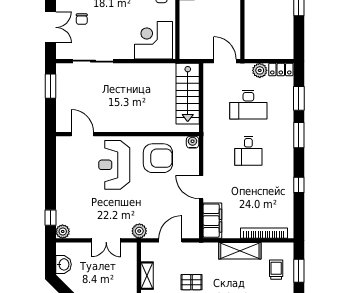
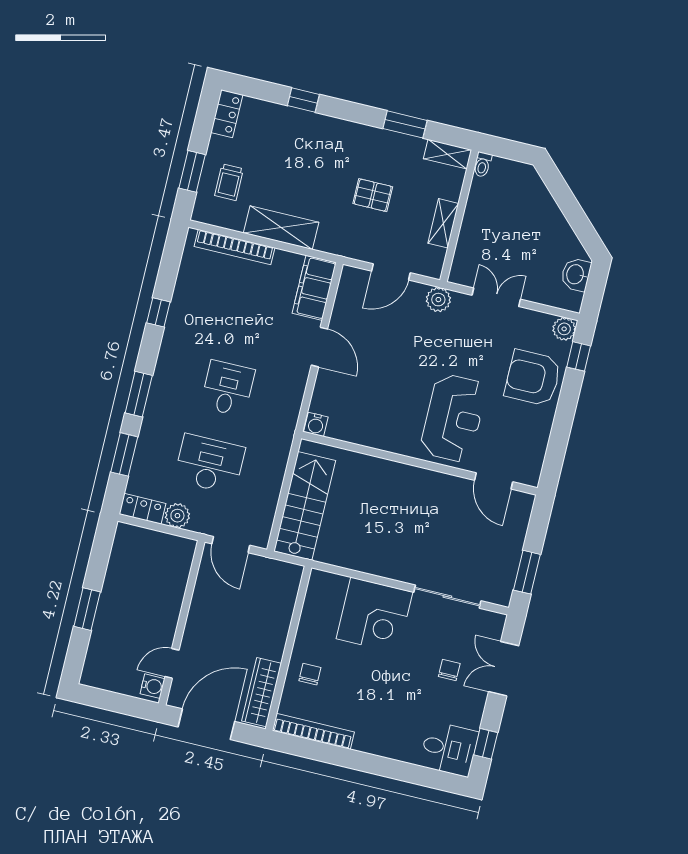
corner desk: (153, 40) -> (374, 615), moved
armchair: (158, 158) -> (533, 378), moved

